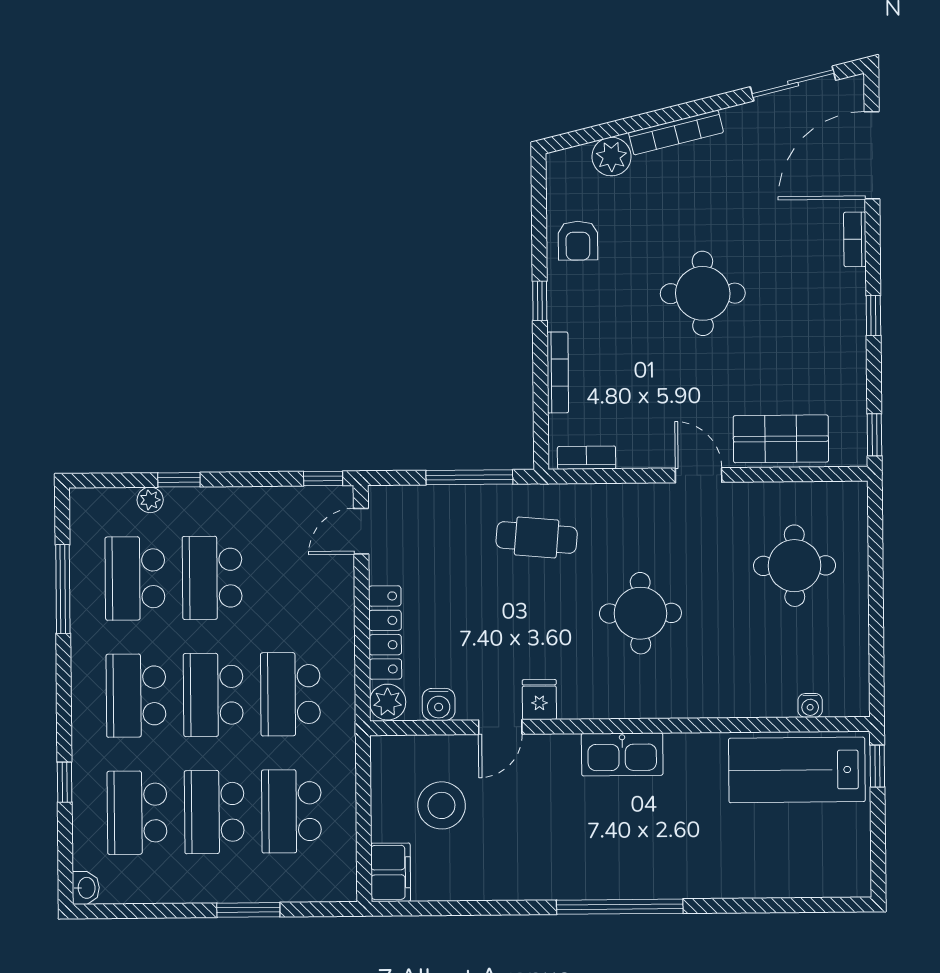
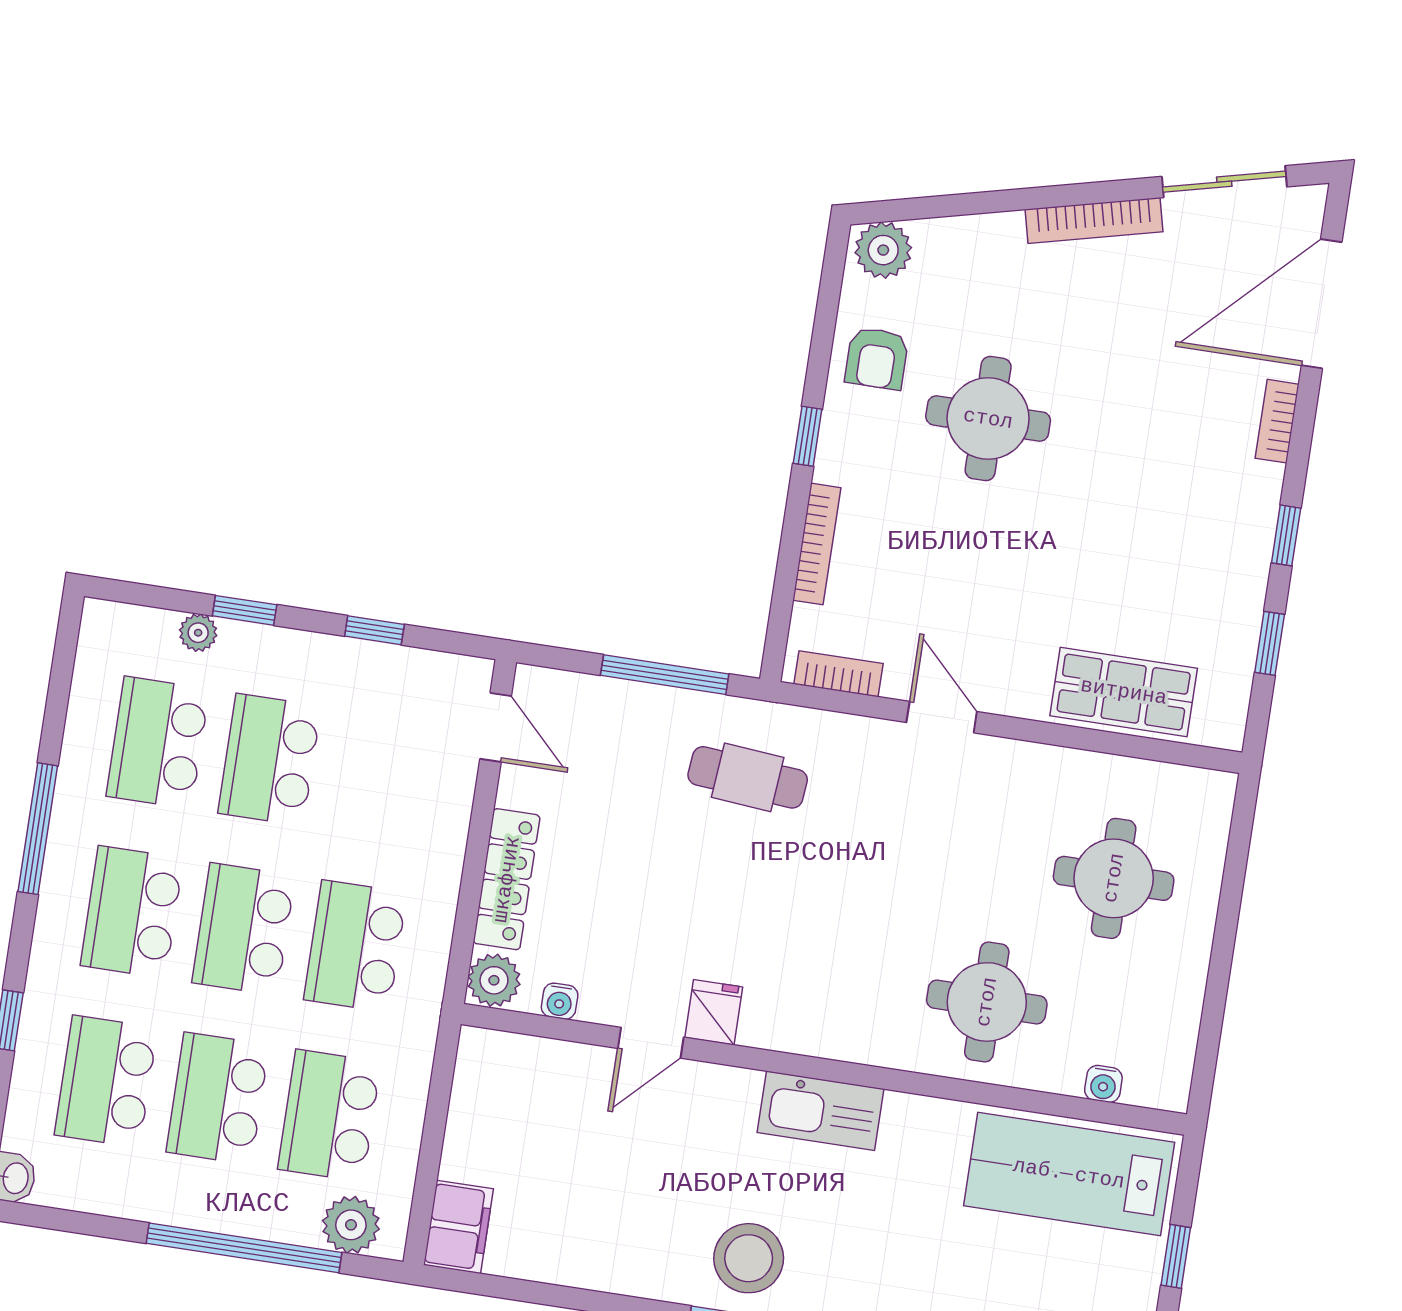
bookcase: (676, 132) -> (1094, 221), moved
plant: (611, 157) -> (883, 250), moved
round table: (703, 293) -> (988, 419), moved
window: (874, 435) -> (1270, 643), moved
door: (699, 475) -> (942, 717), moved
window: (323, 479) -> (374, 630), moved
door: (361, 531) -> (496, 727), swing flipped
window: (63, 589) -> (38, 829), moved
round table: (640, 613) -> (987, 1002), moved
water cooler: (439, 704) -> (560, 1001), width x0.72, depth x0.72
window: (877, 766) -> (1176, 1256), moved
stool: (441, 805) -> (749, 1258), moved
plant: (318, 883) -> (351, 1225), added
window: (248, 910) -> (244, 1248), width x2.11

